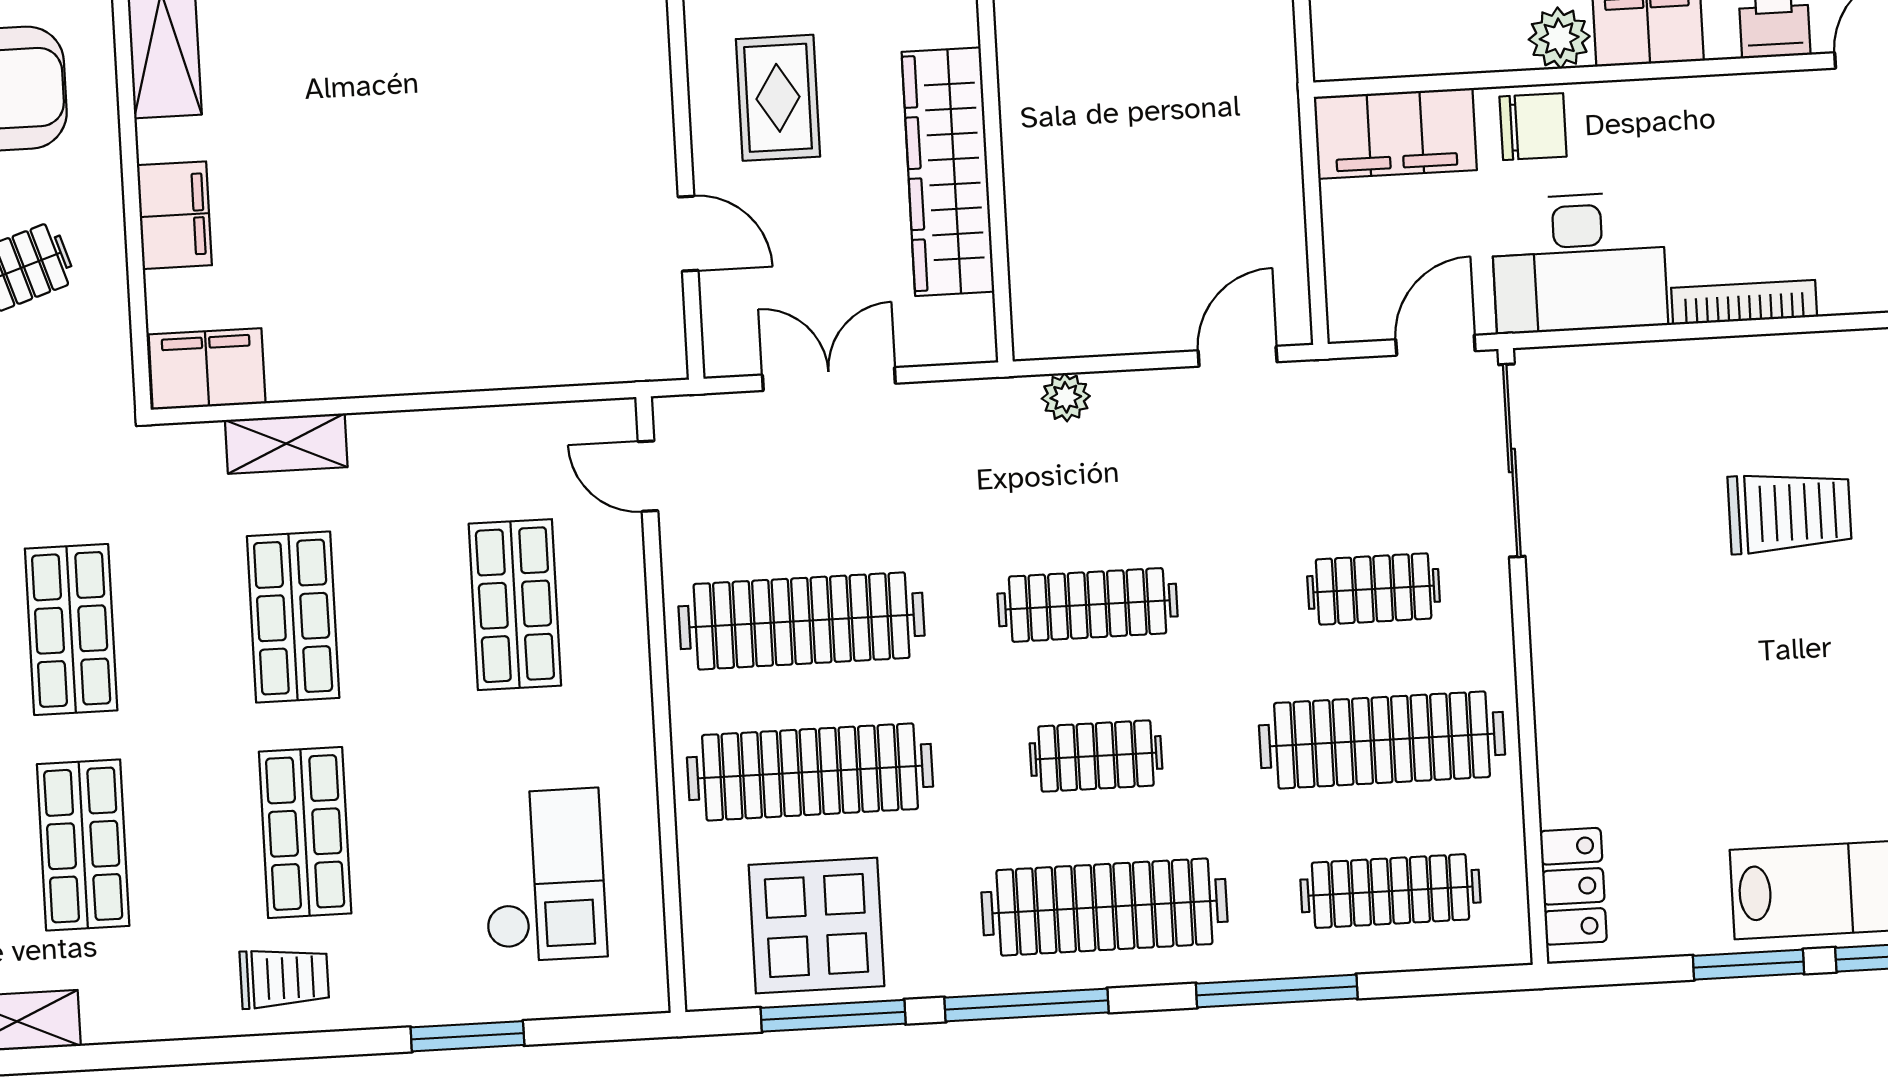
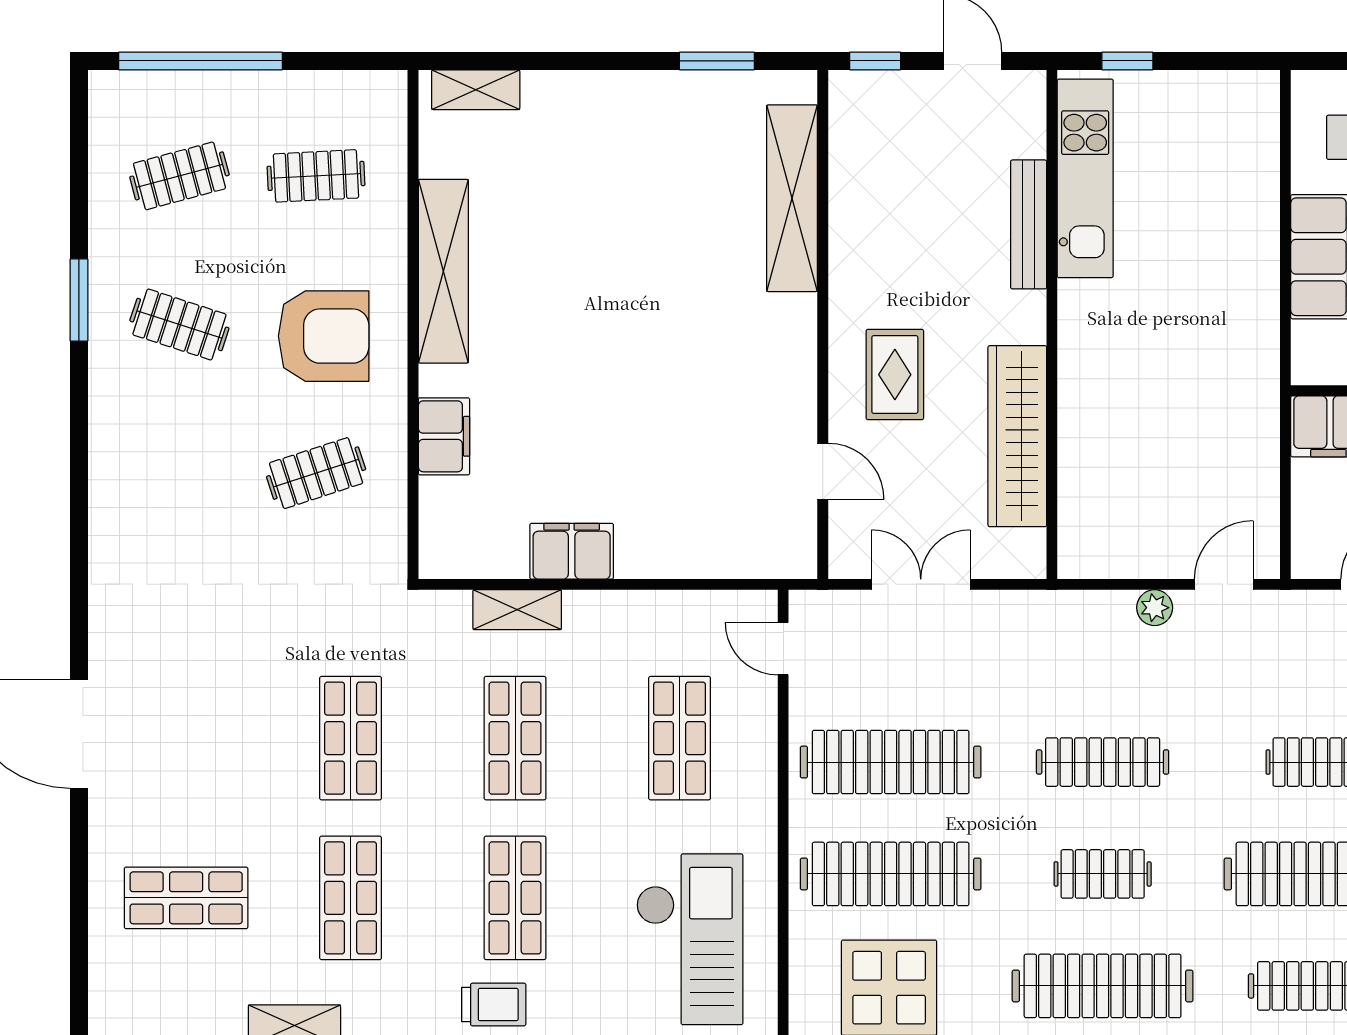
filing cabinet: (207, 369) -> (572, 551), moved
plant: (1066, 397) -> (1155, 608), moved
checkout: (544, 875) -> (690, 939), width x1.36, depth x1.21

